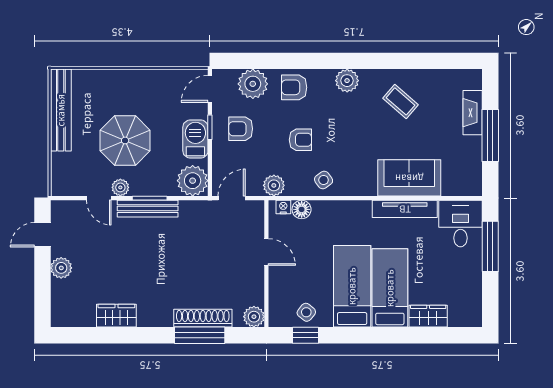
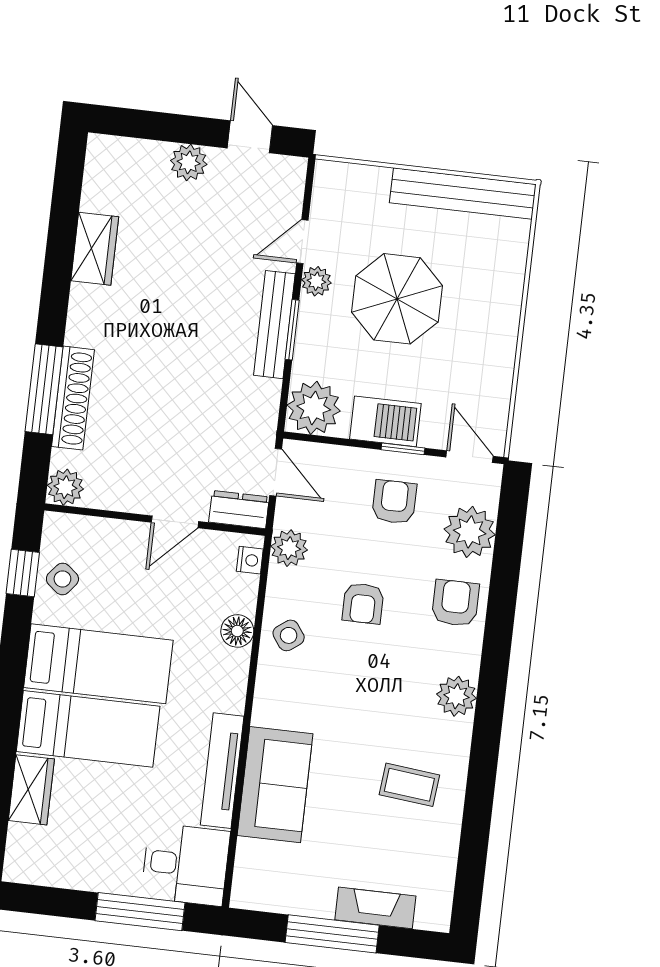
coffee table: (400, 101) -> (409, 785), turned 55
floor lamp: (302, 209) -> (237, 631), moved
dresser: (255, 216) -> (239, 510), added

